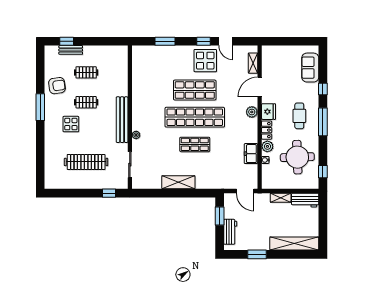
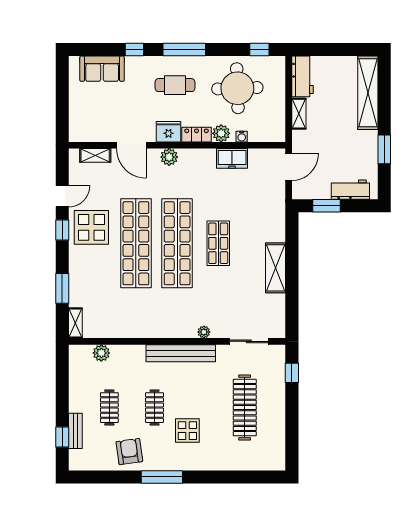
shelving: (142, 50) -> (75, 323), added
plant: (122, 67) -> (101, 353), added
shop shelf: (195, 90) -> (136, 243), width x1.40

